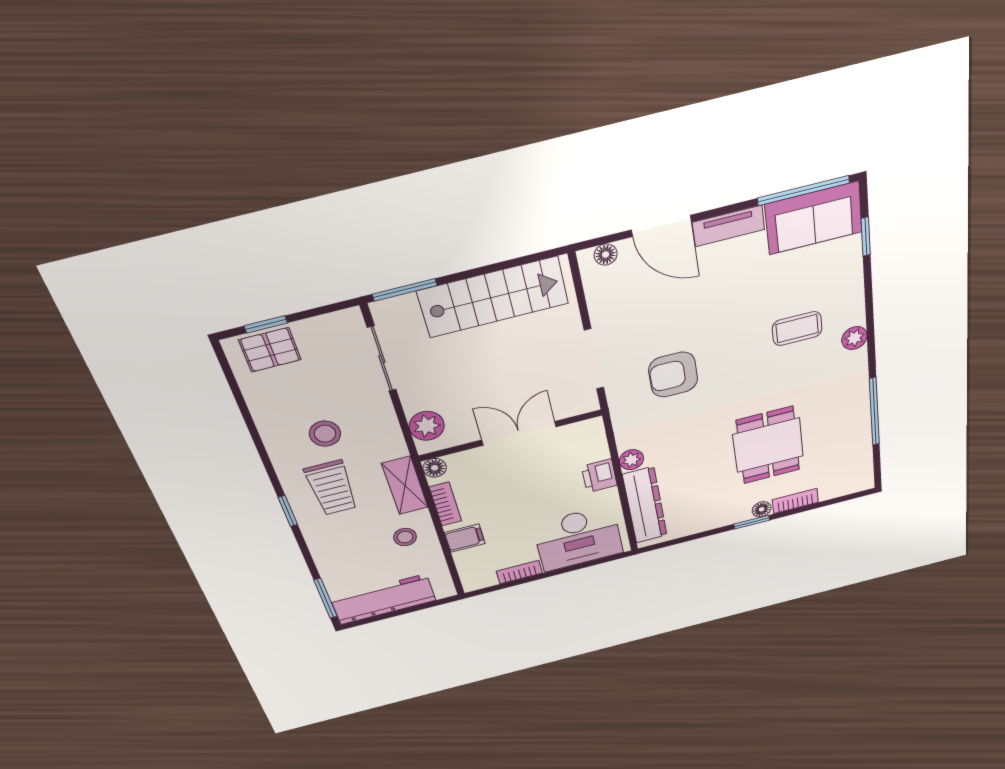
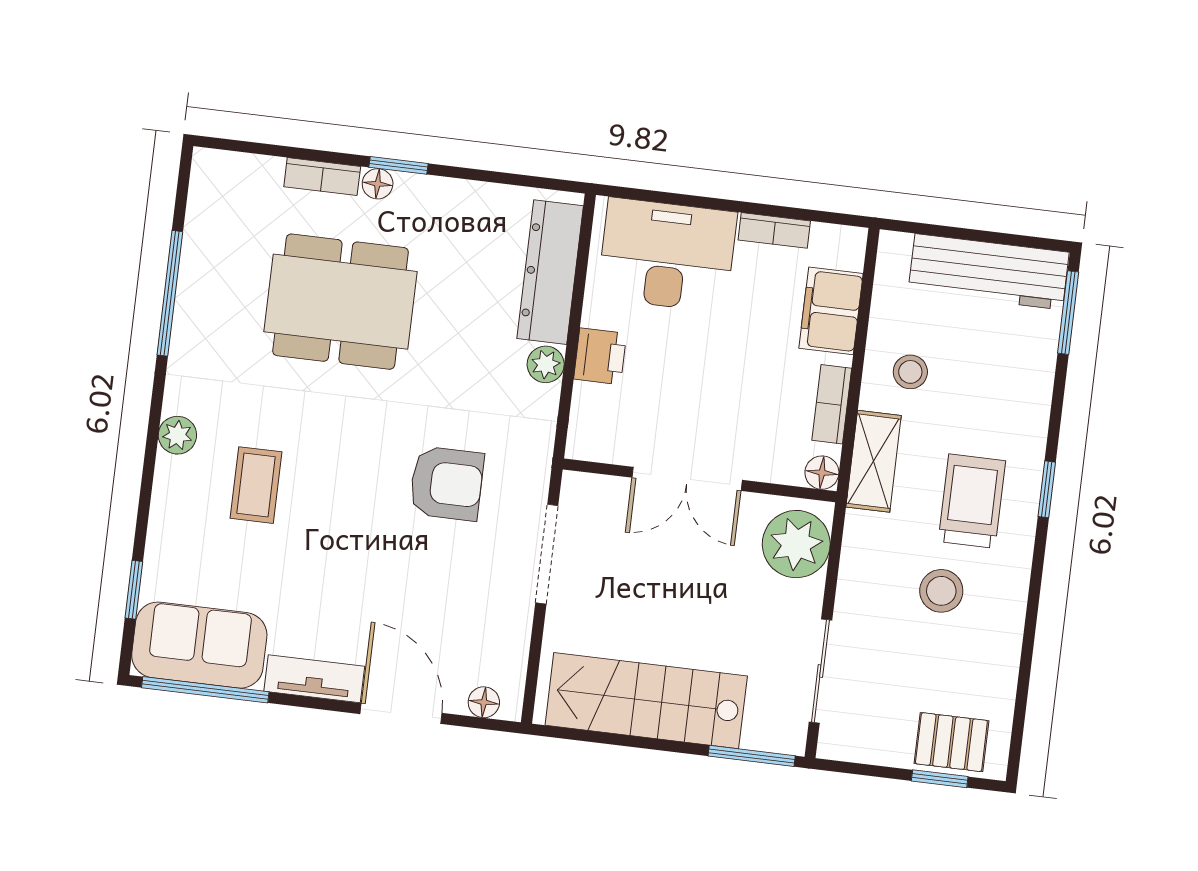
coffee table: (797, 329) -> (256, 485), turned 90
plant: (427, 426) -> (796, 544), width x1.36, depth x1.36
dining table: (768, 445) -> (340, 302), width x1.38
filing cabinet: (465, 538) -> (831, 311), width x2.00

